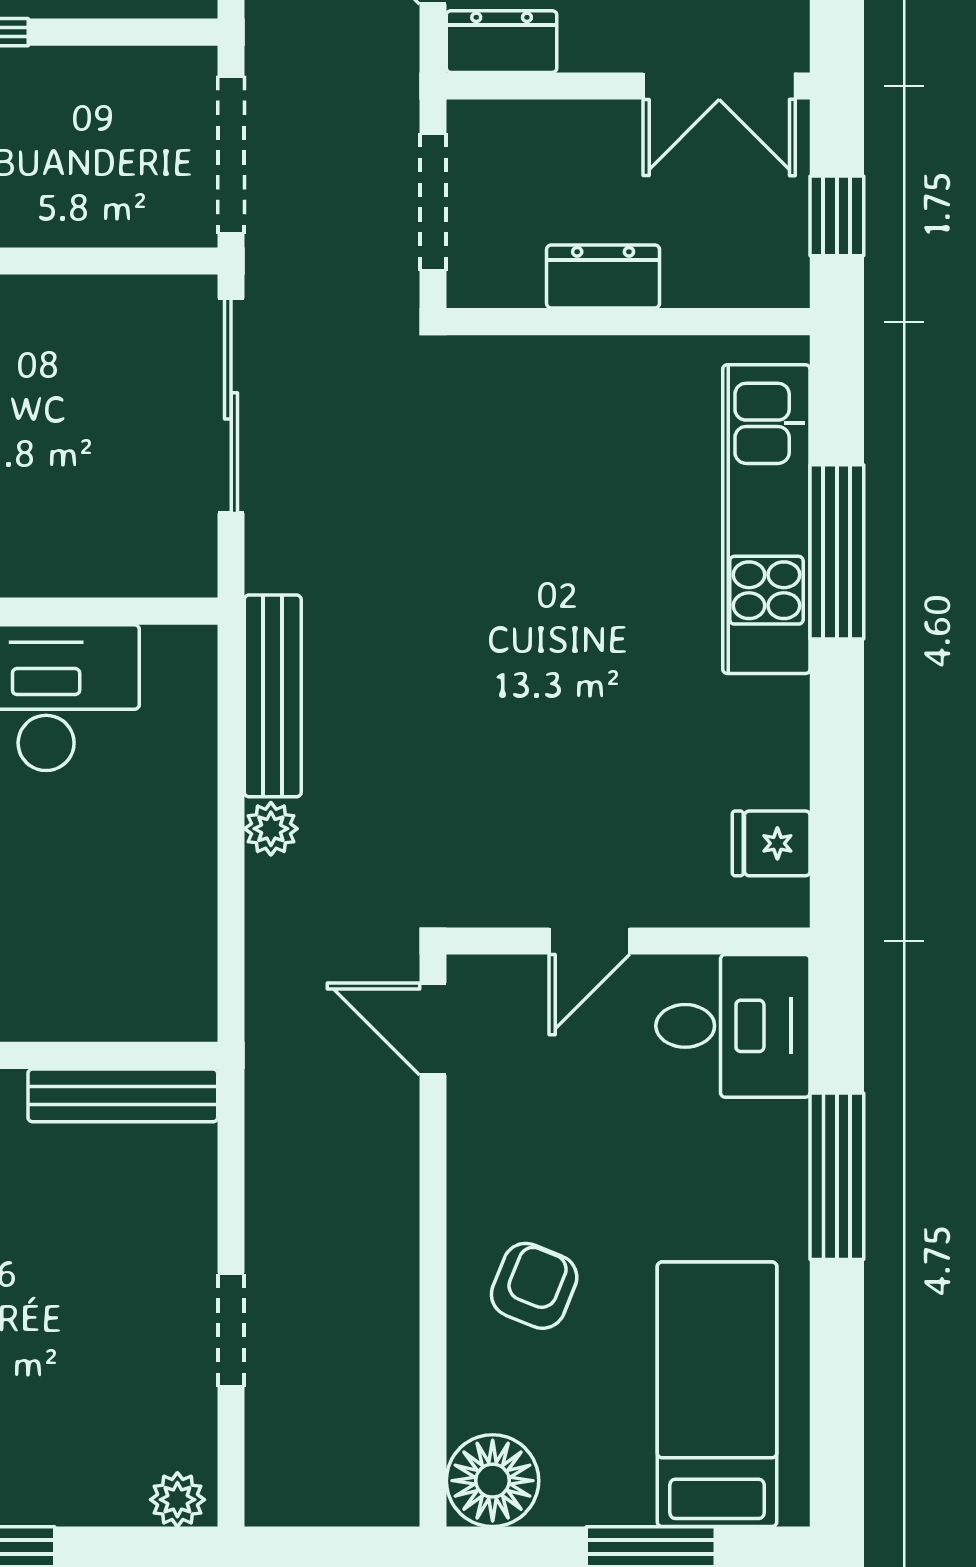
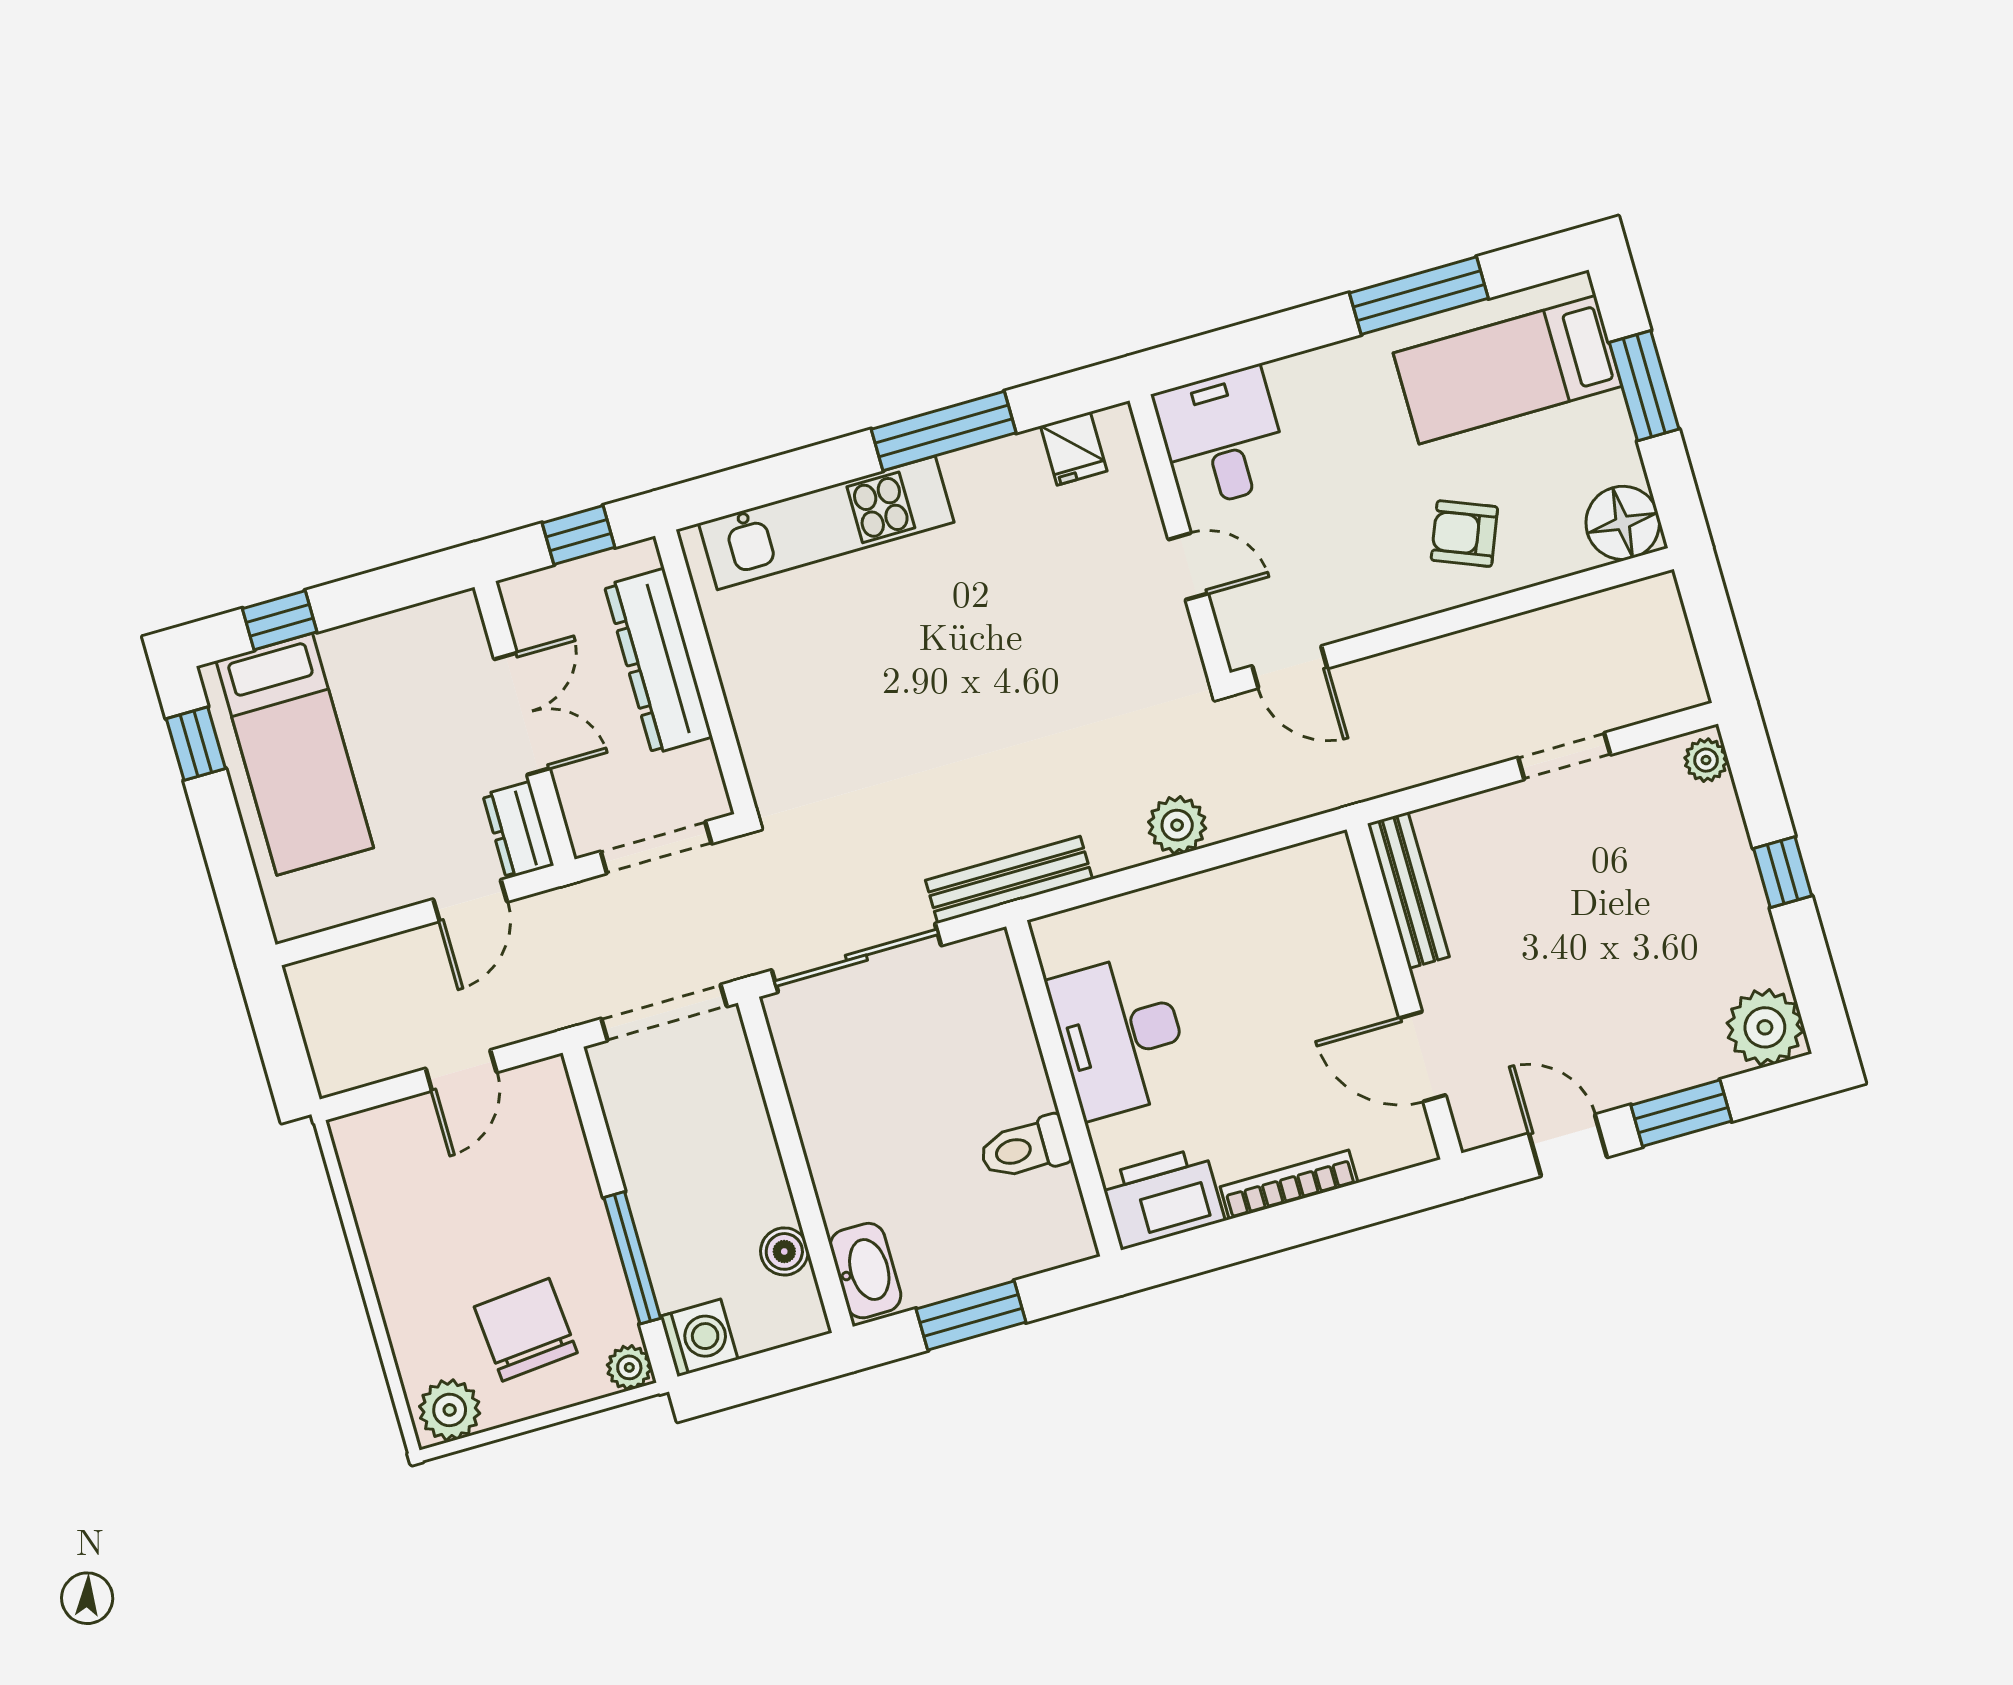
double door: (719, 86) -> (522, 714), moved
dresser: (603, 276) -> (658, 661), width x1.96, depth x1.24
window: (837, 552) -> (944, 431), moved
bench: (273, 696) -> (1009, 880), moved
plant: (271, 829) -> (1177, 825), width x1.38, depth x1.38
door: (433, 1029) -> (1290, 667), hinge flipped
window: (837, 1176) -> (1419, 296), moved

